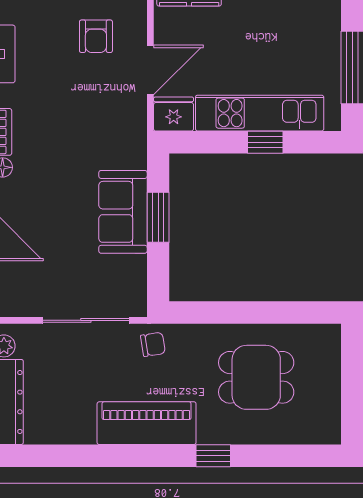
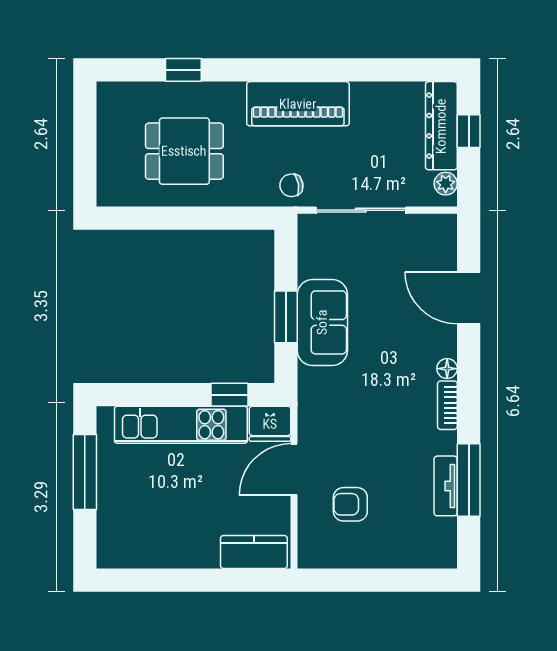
armchair: (96, 36) -> (350, 504), turned -90
window: (265, 142) -> (229, 395), moved
window: (213, 456) -> (183, 70), moved

